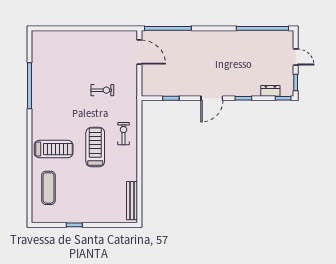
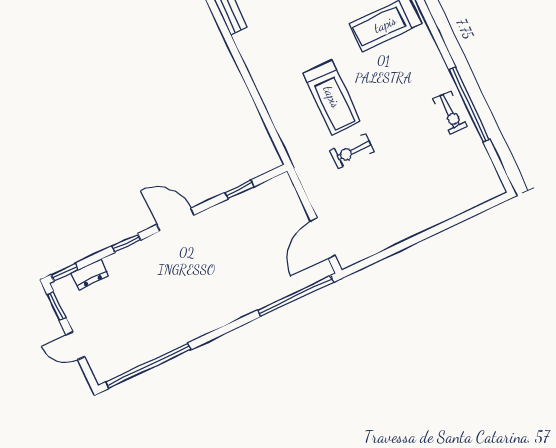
door: (139, 52) -> (323, 238), hinge flipped
door: (212, 98) -> (175, 220), hinge flipped
exercise bike: (124, 134) -> (450, 113), moved
treadmill: (95, 147) -> (332, 97), moved

